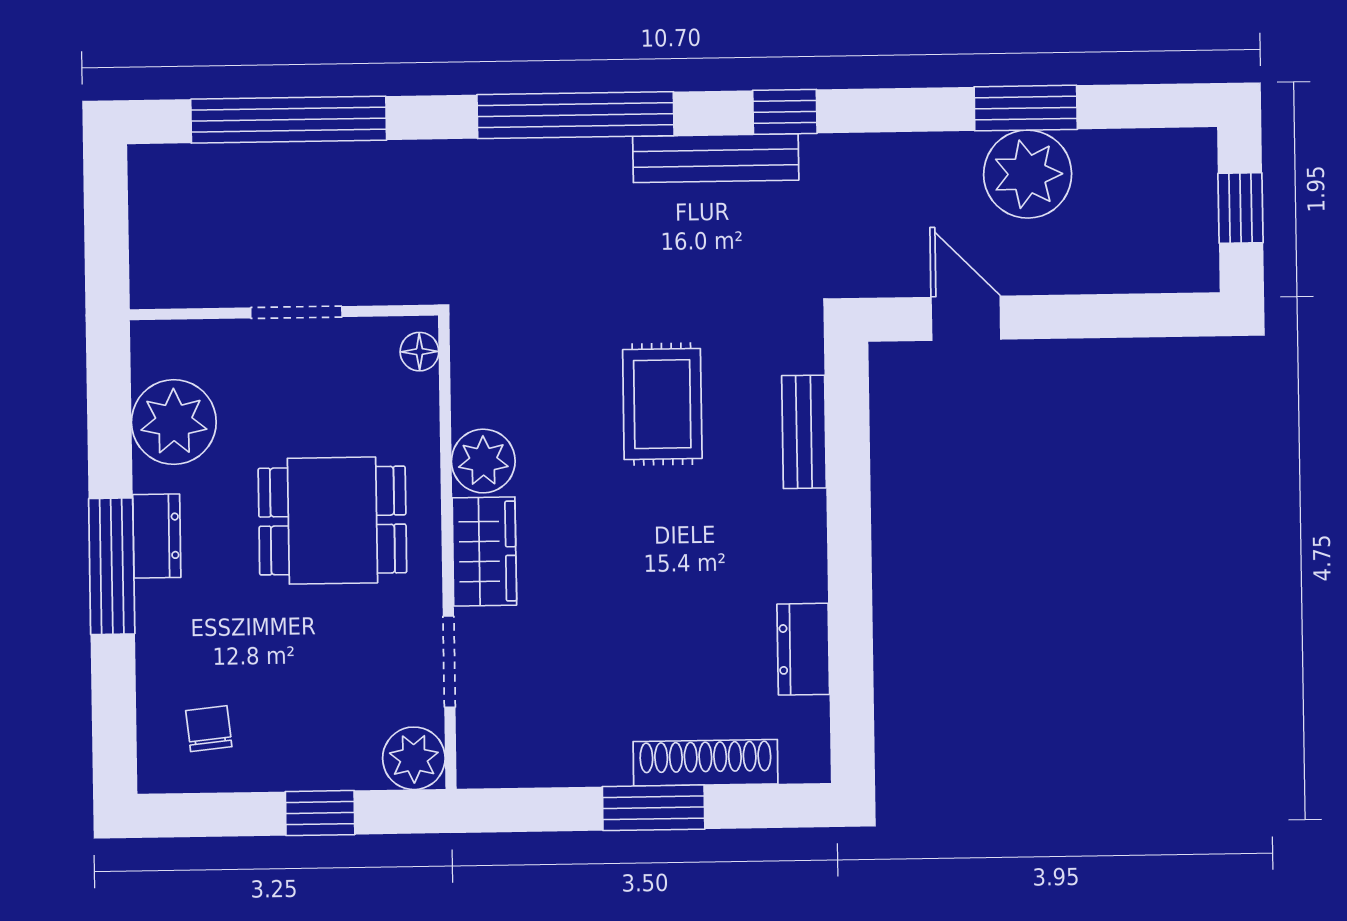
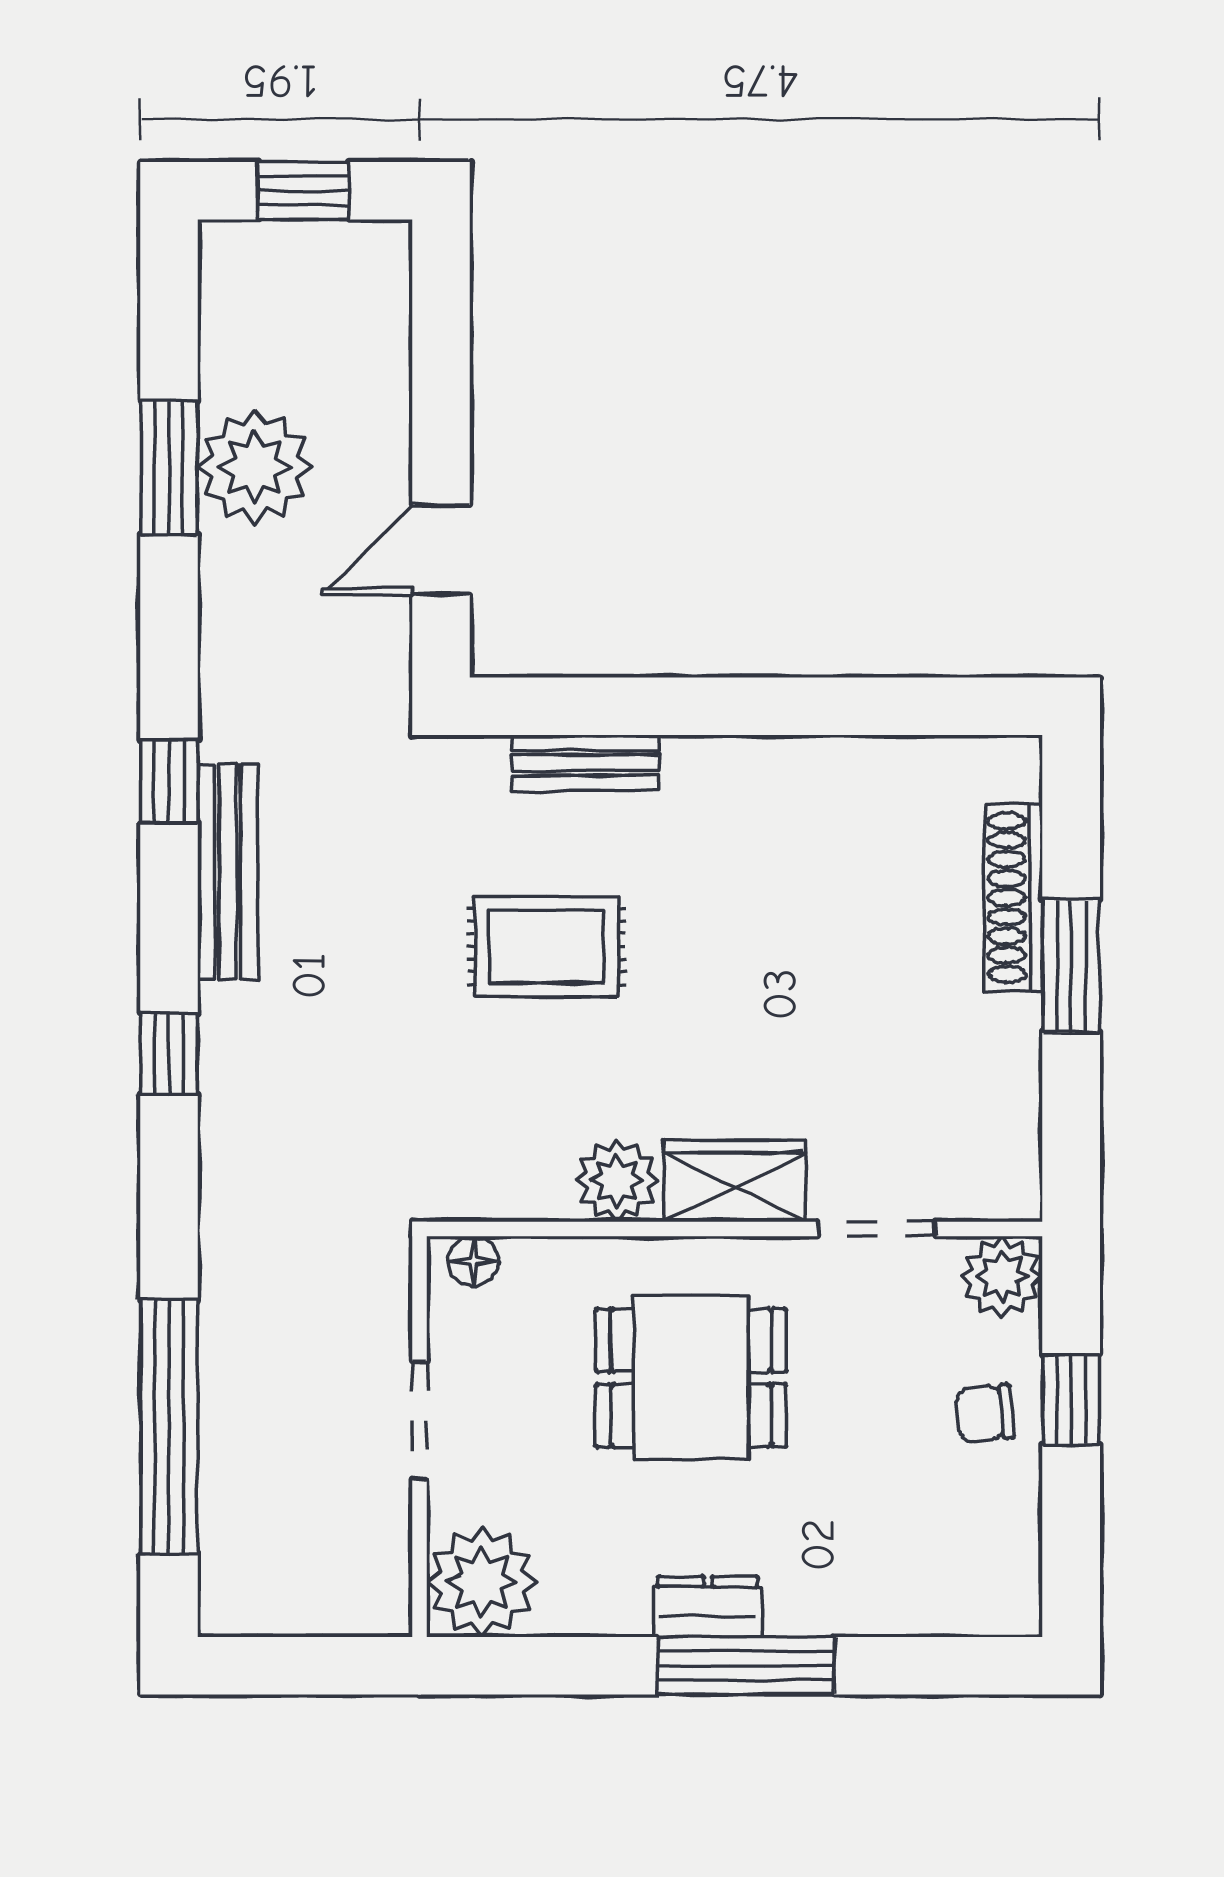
window: (575, 115) -> (169, 1054), width x0.32
plant: (174, 422) -> (482, 1582), moved
dining table: (332, 521) -> (691, 1378), turned 90
dresser: (803, 649) -> (868, 768), removed
chair: (209, 729) -> (985, 1414), moved

